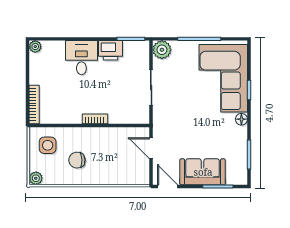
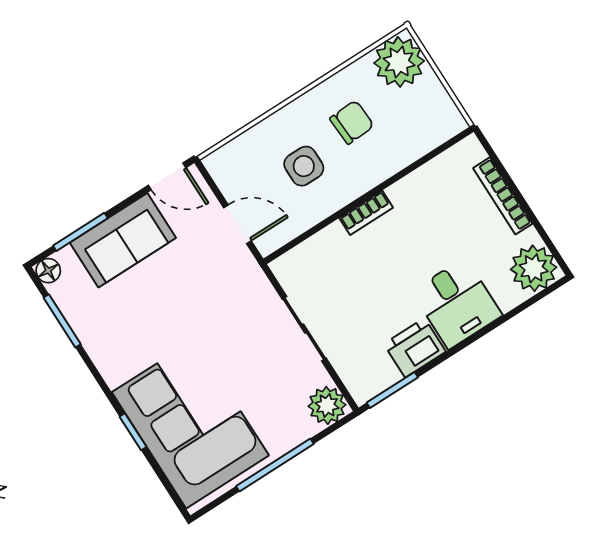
plant: (35, 47) -> (534, 268), width x1.87, depth x1.87
bookcase: (34, 105) -> (503, 196), moved
floor lamp: (241, 119) -> (48, 271), moved
side table: (48, 145) -> (304, 166), moved
plant: (36, 178) -> (399, 62), width x1.88, depth x1.88

